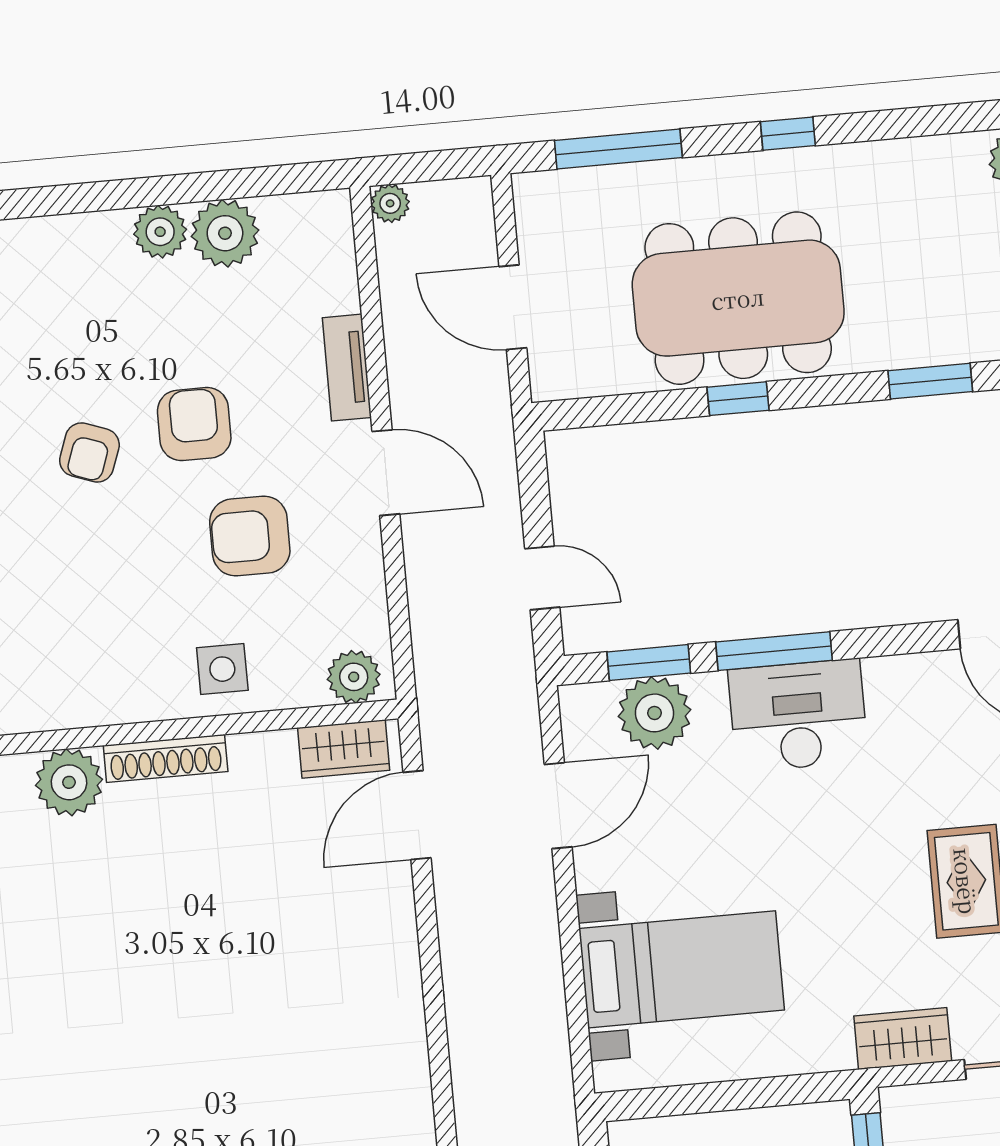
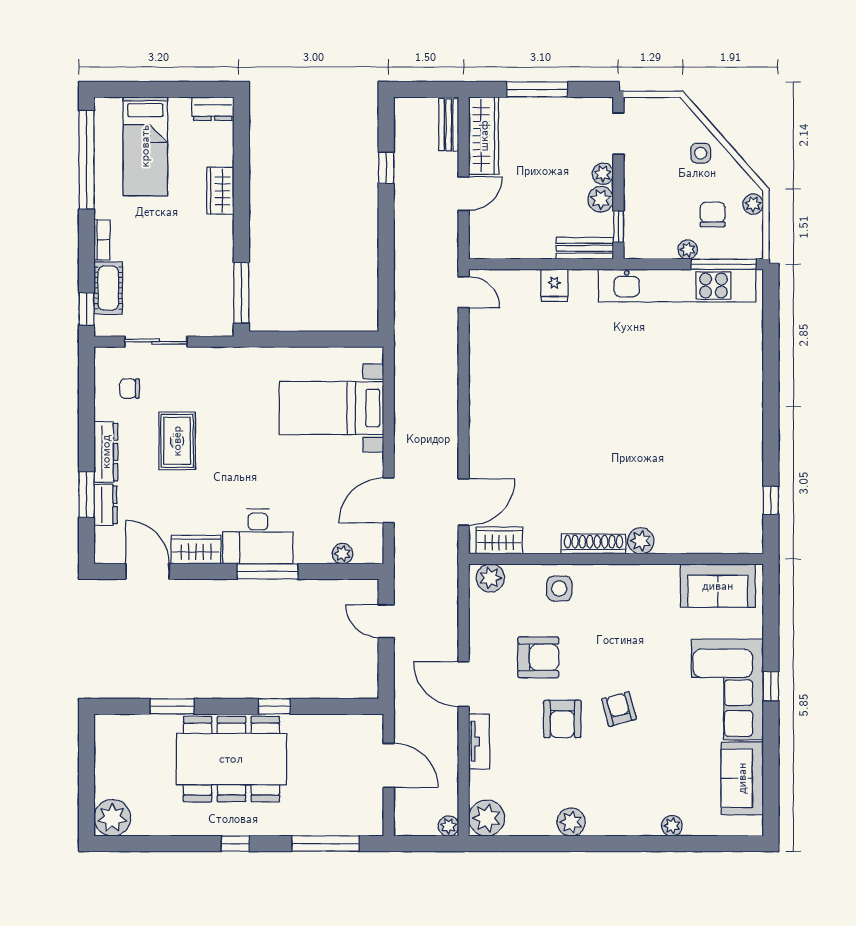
plant: (225, 233) -> (487, 818), moved
dining table: (738, 298) -> (231, 759), moved
armchair: (89, 453) -> (619, 709), turned -35
window: (649, 663) -> (334, 571), removed
plant: (654, 713) -> (343, 554), width x0.53, depth x0.53
plant: (69, 782) -> (641, 541), width x0.73, depth x0.73
wardrobe: (903, 1038) -> (196, 550), moved, turned 180

